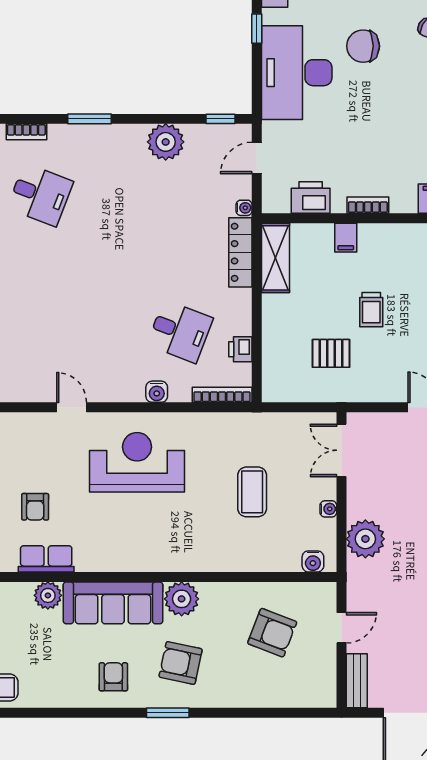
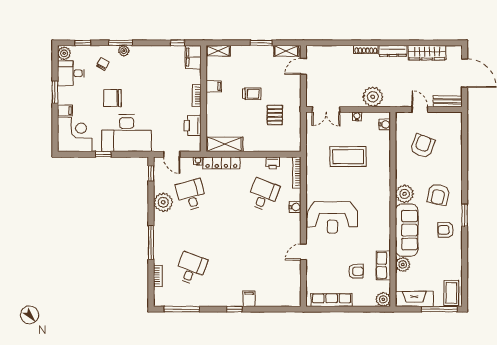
chair: (363, 46) -> (113, 98), turned 90
window: (89, 119) -> (151, 243), width x1.44
desk: (180, 195) -> (191, 195), added
filing cabinet: (346, 238) -> (214, 86), moved
reception desk: (137, 462) -> (332, 217), turned -90
coffee table: (252, 492) -> (348, 157), width x1.36, depth x1.32
window: (168, 713) -> (465, 215), moved

